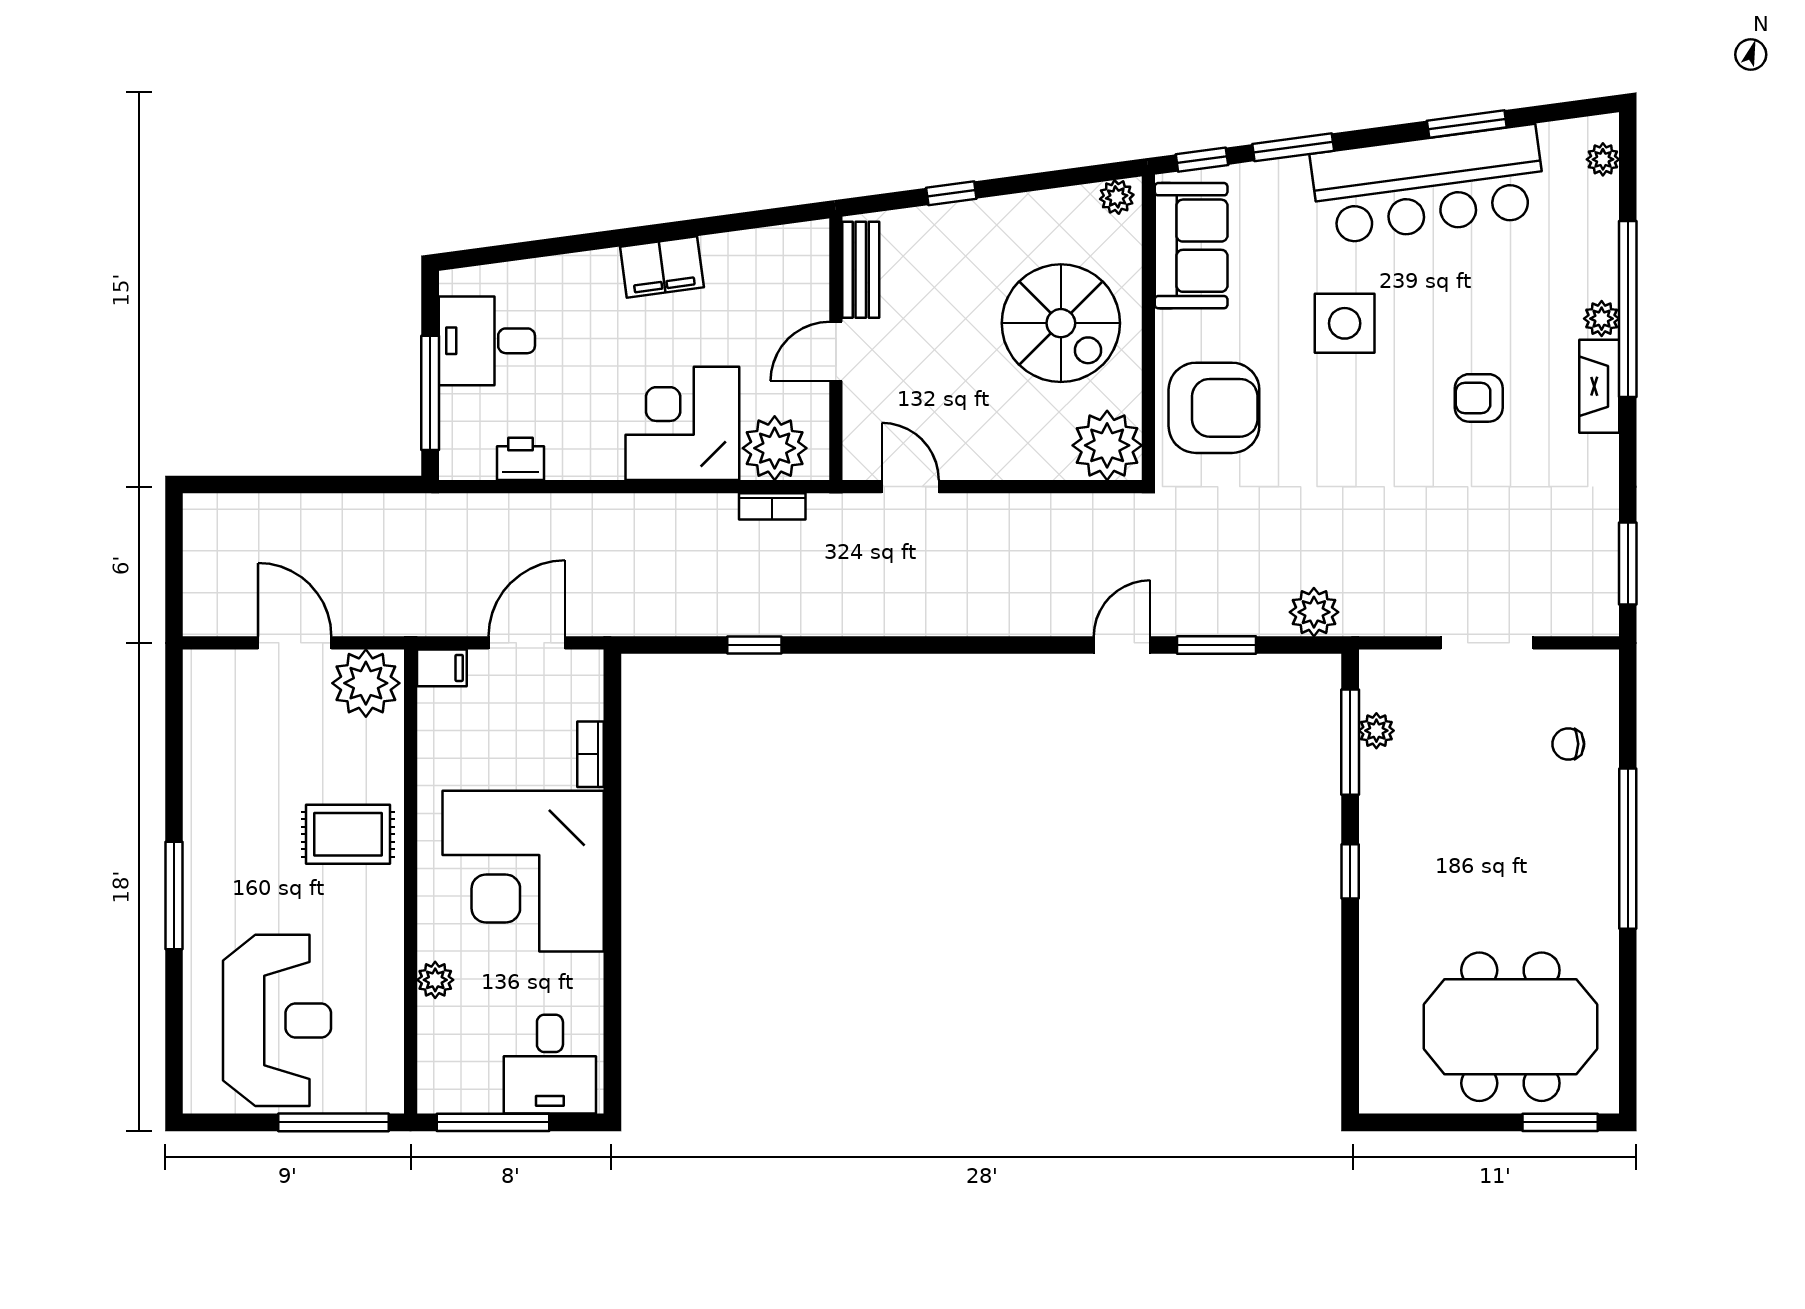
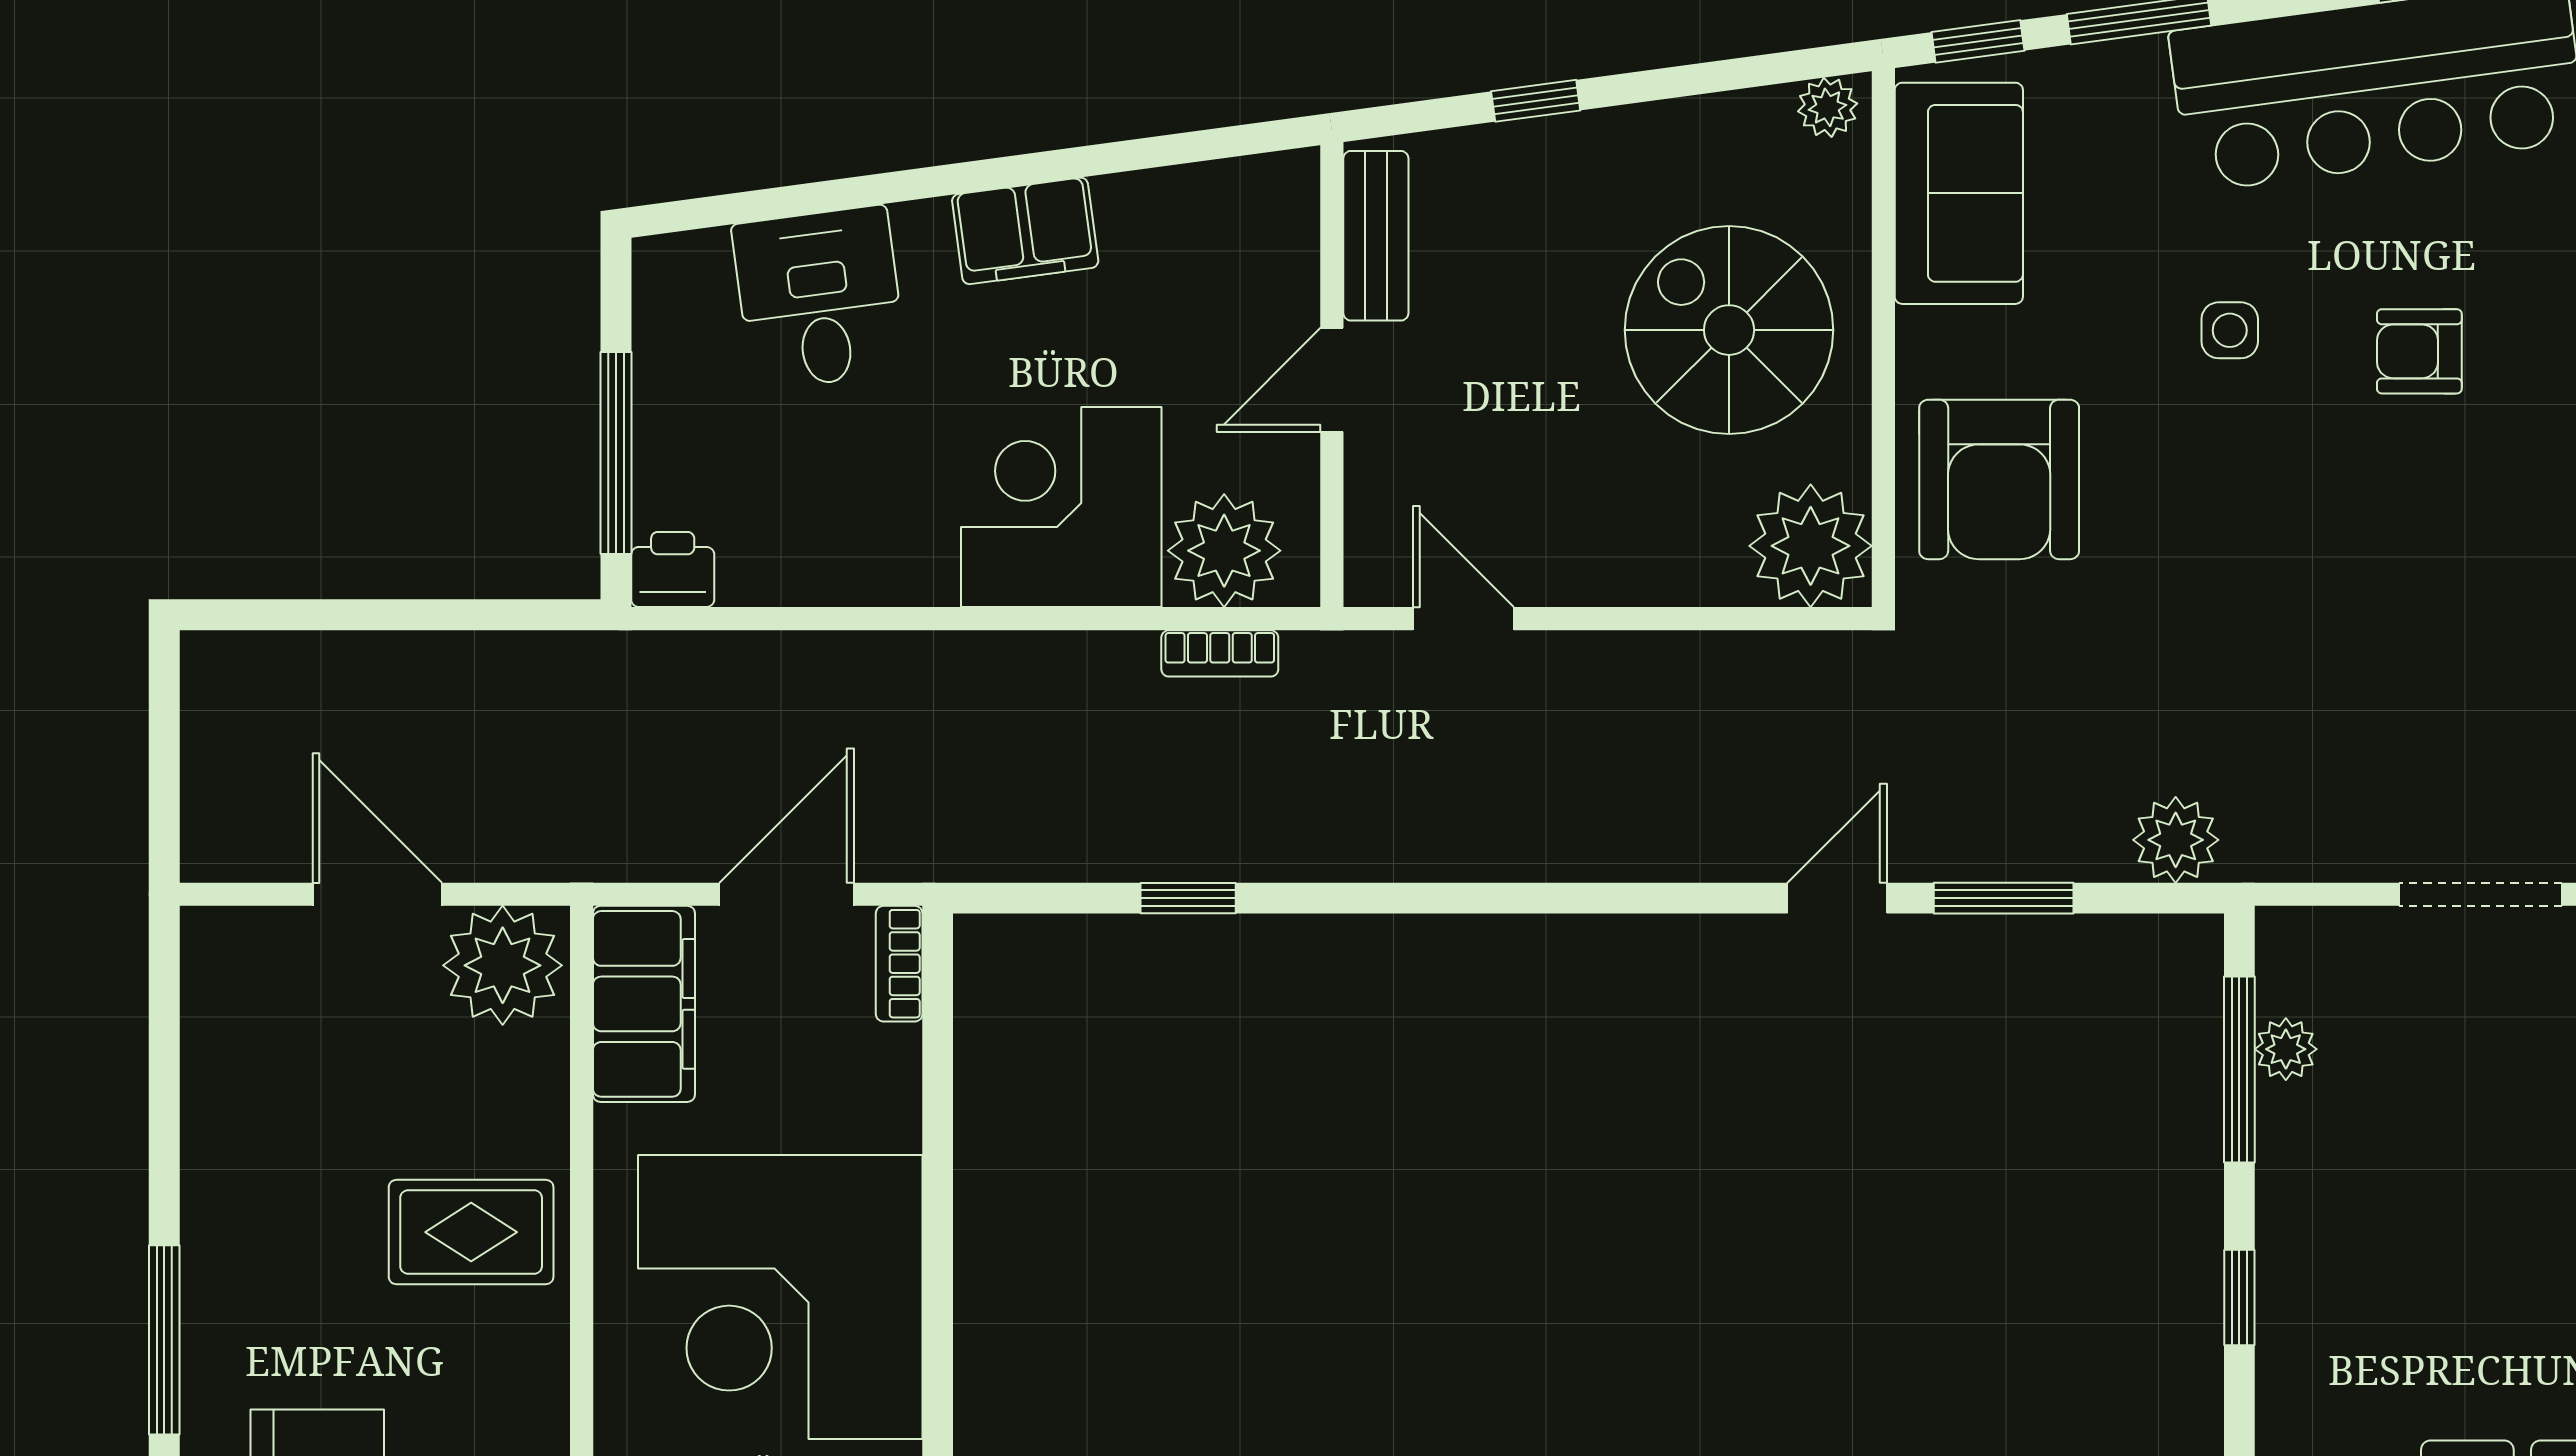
spiral stairs: (1061, 323) -> (1729, 330), turned 180
side table: (1345, 323) -> (2230, 330), width x0.54, depth x0.54
desk: (487, 341) -> (819, 298), moved, turned 82
armchair: (1479, 398) -> (2419, 351), moved
armchair: (1214, 408) -> (1999, 479), turned 90
printer: (520, 459) -> (673, 569), moved
filing cabinet: (442, 668) -> (644, 1004), width x3.00, depth x1.17
bookcase: (591, 754) -> (899, 964), moved

